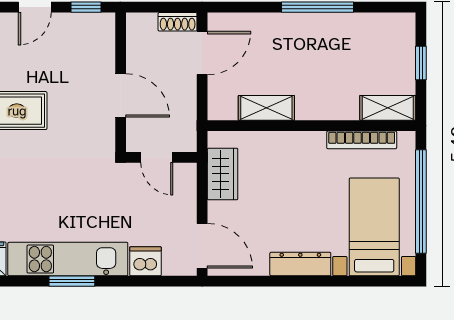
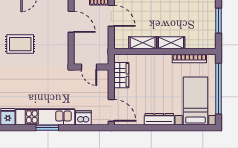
door: (202, 53) -> (111, 16), hinge flipped
window: (421, 63) -> (218, 21), width x1.50
door: (121, 95) -> (71, 22), moved
shelving: (388, 108) -> (171, 43), moved

